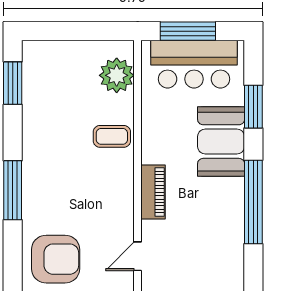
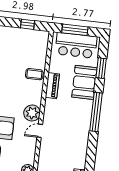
window: (85, 31) -> (27, 24), added
plant: (117, 75) -> (32, 113), moved
piano: (153, 192) -> (52, 86), moved

